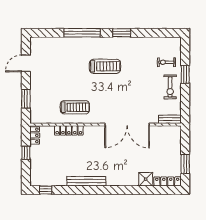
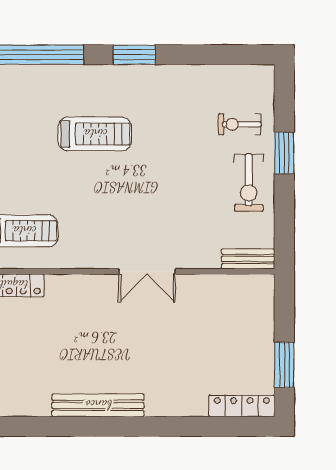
double door: (127, 125) -> (147, 271), width x0.54
shower: (146, 179) -> (191, 401), removed
bench: (86, 181) -> (98, 405), moved

